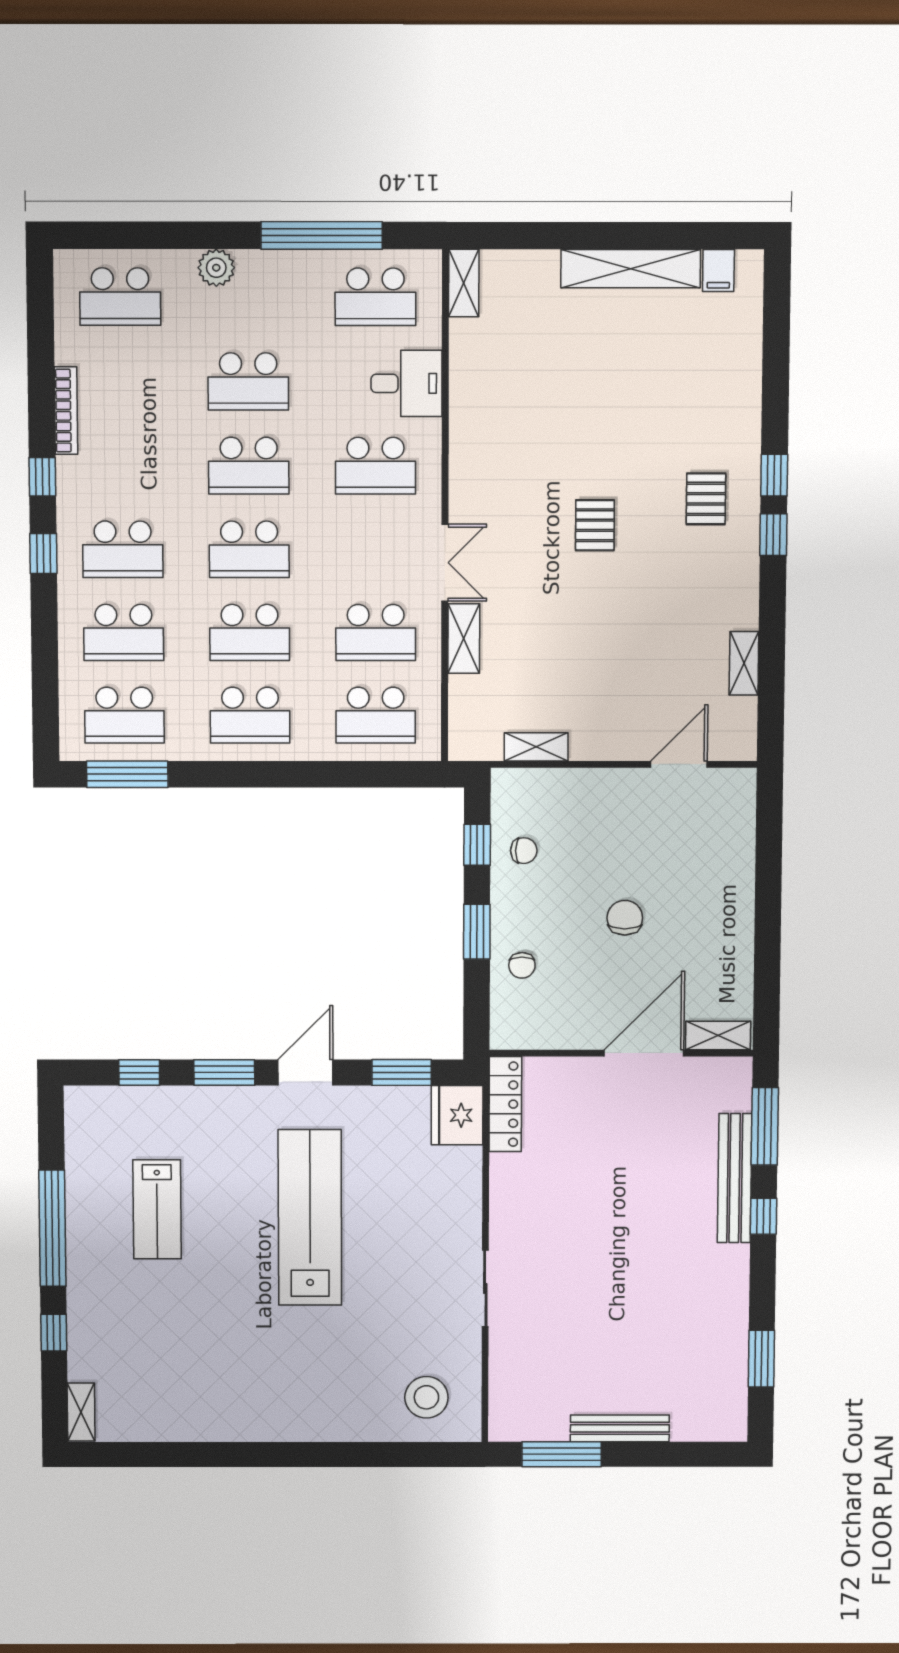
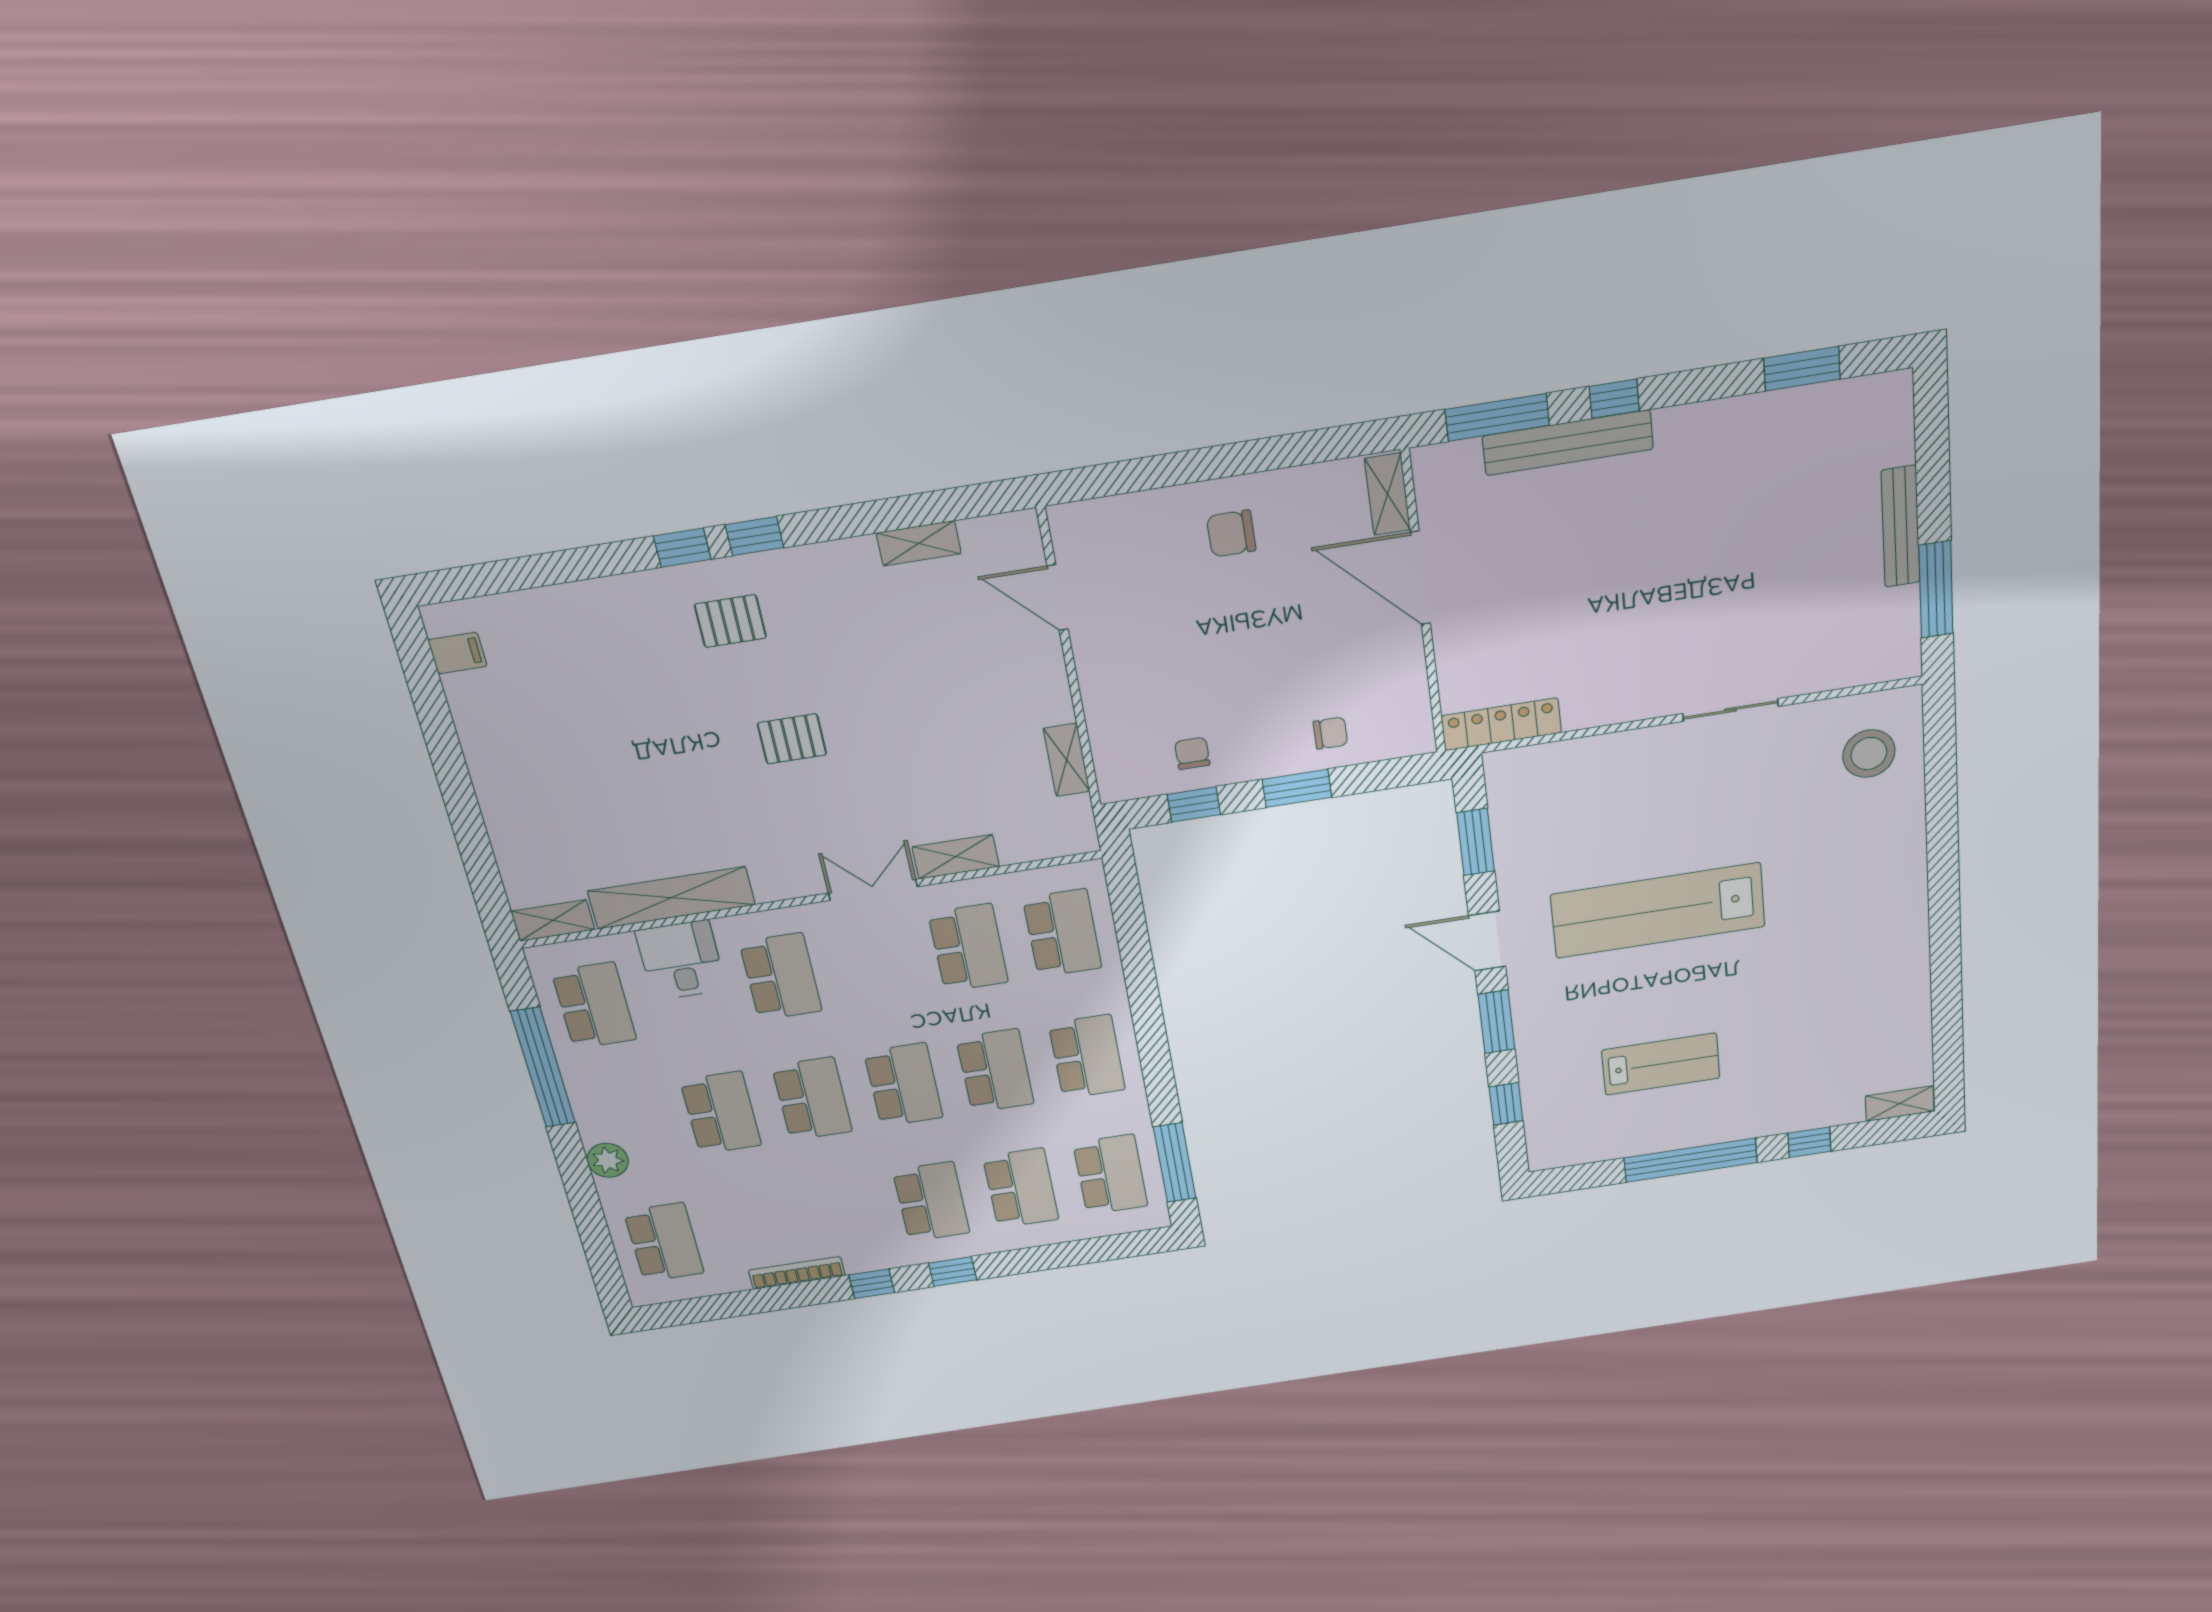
shelving: (631, 269) -> (671, 898), moved, turned 90
chair: (625, 918) -> (1231, 534), moved
fridge: (457, 1115) -> (1520, 775), removed

